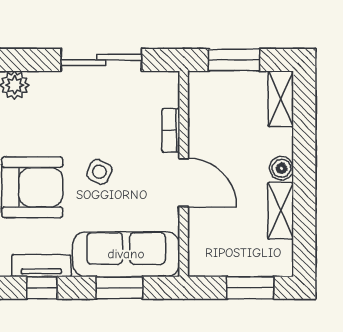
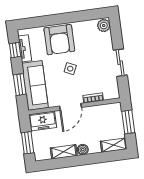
sliding door: (101, 60) -> (120, 63), width x0.73
freezer: (206, 248) -> (43, 121), added

